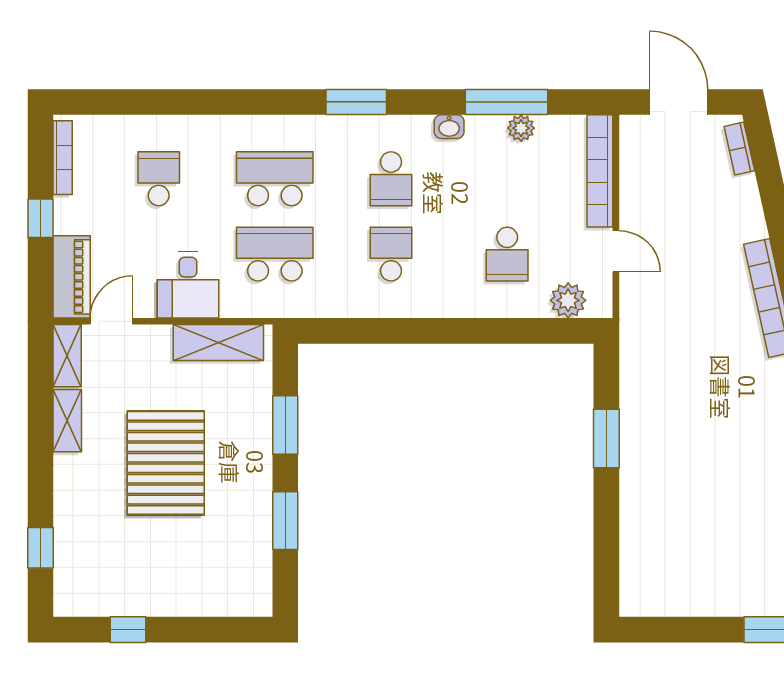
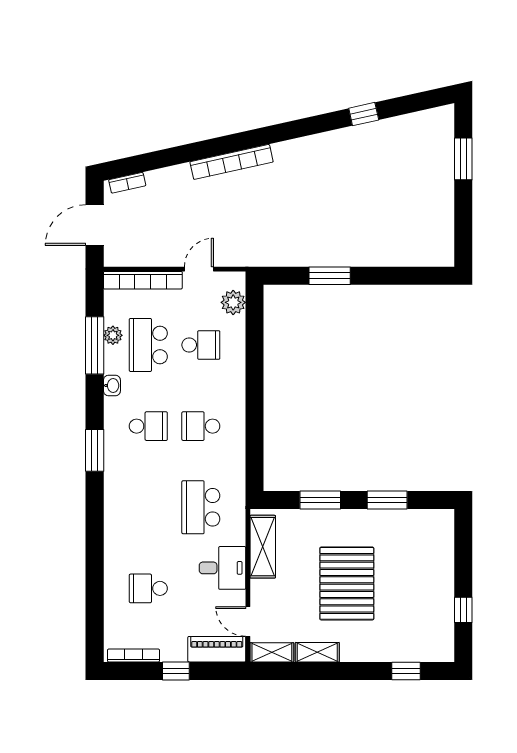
school desk: (275, 179) -> (148, 345), moved
pallet: (166, 463) -> (347, 583), turned 90

